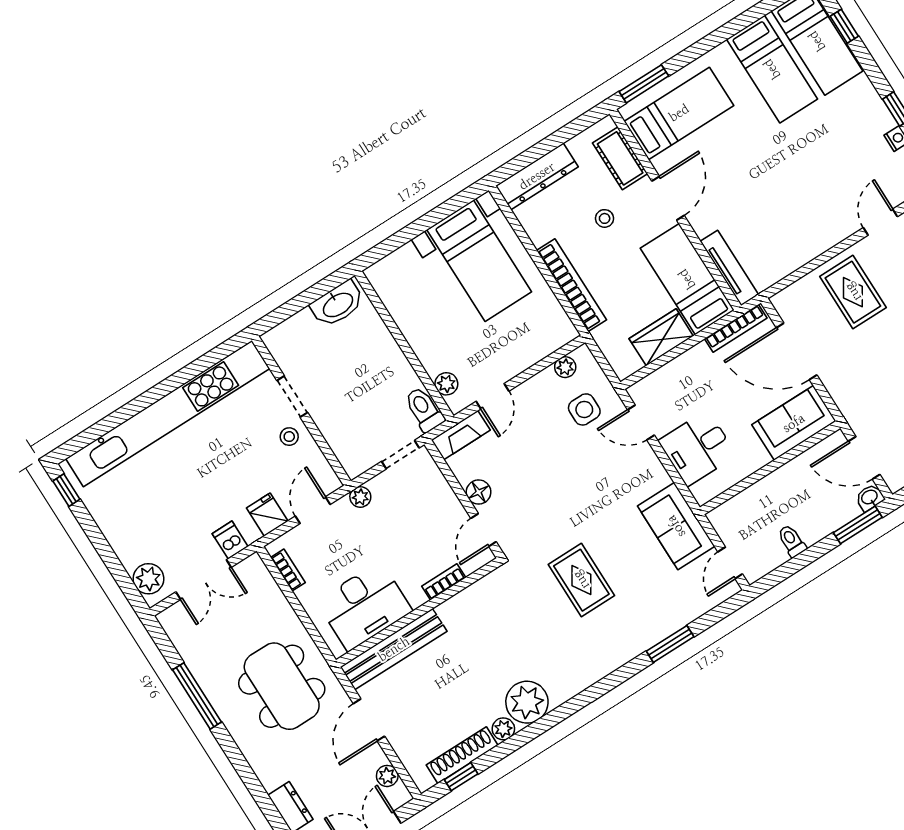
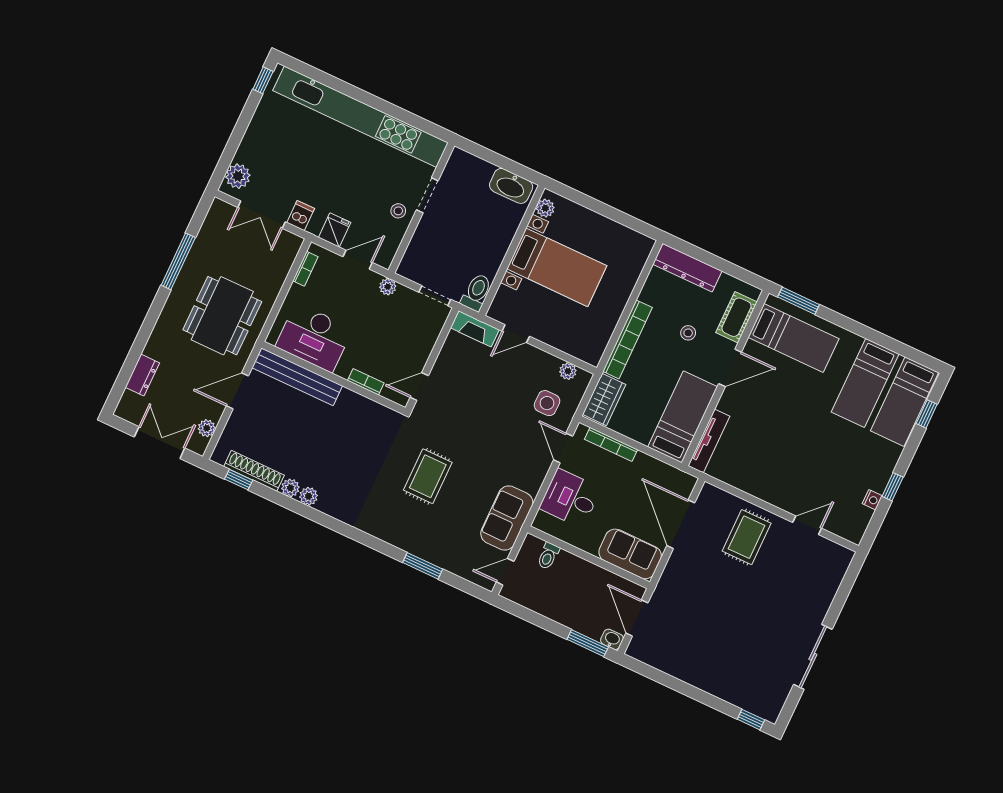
bed with nightstands: (479, 261) -> (557, 267), moved, turned -90
bookcase: (736, 328) -> (611, 444), moved
wardrobe: (661, 337) -> (604, 399), moved, turned 90
plant: (446, 384) -> (545, 208), moved
floor lamp: (479, 492) -> (443, 366), removed
toilet: (792, 541) -> (548, 556), moved, turned 180
plant: (527, 702) -> (309, 496), width x0.53, depth x0.53

